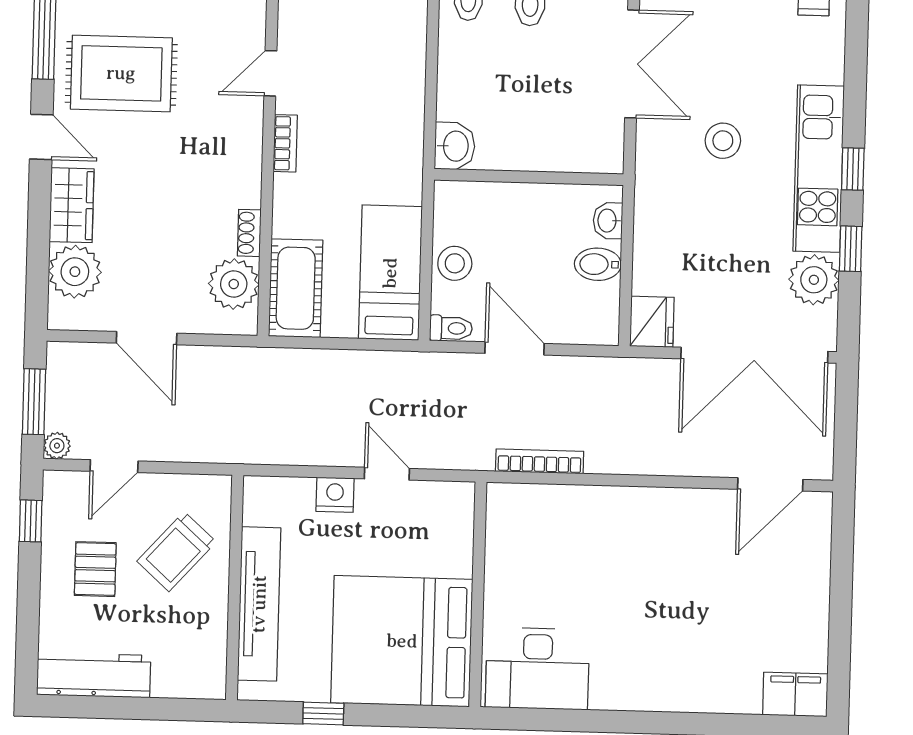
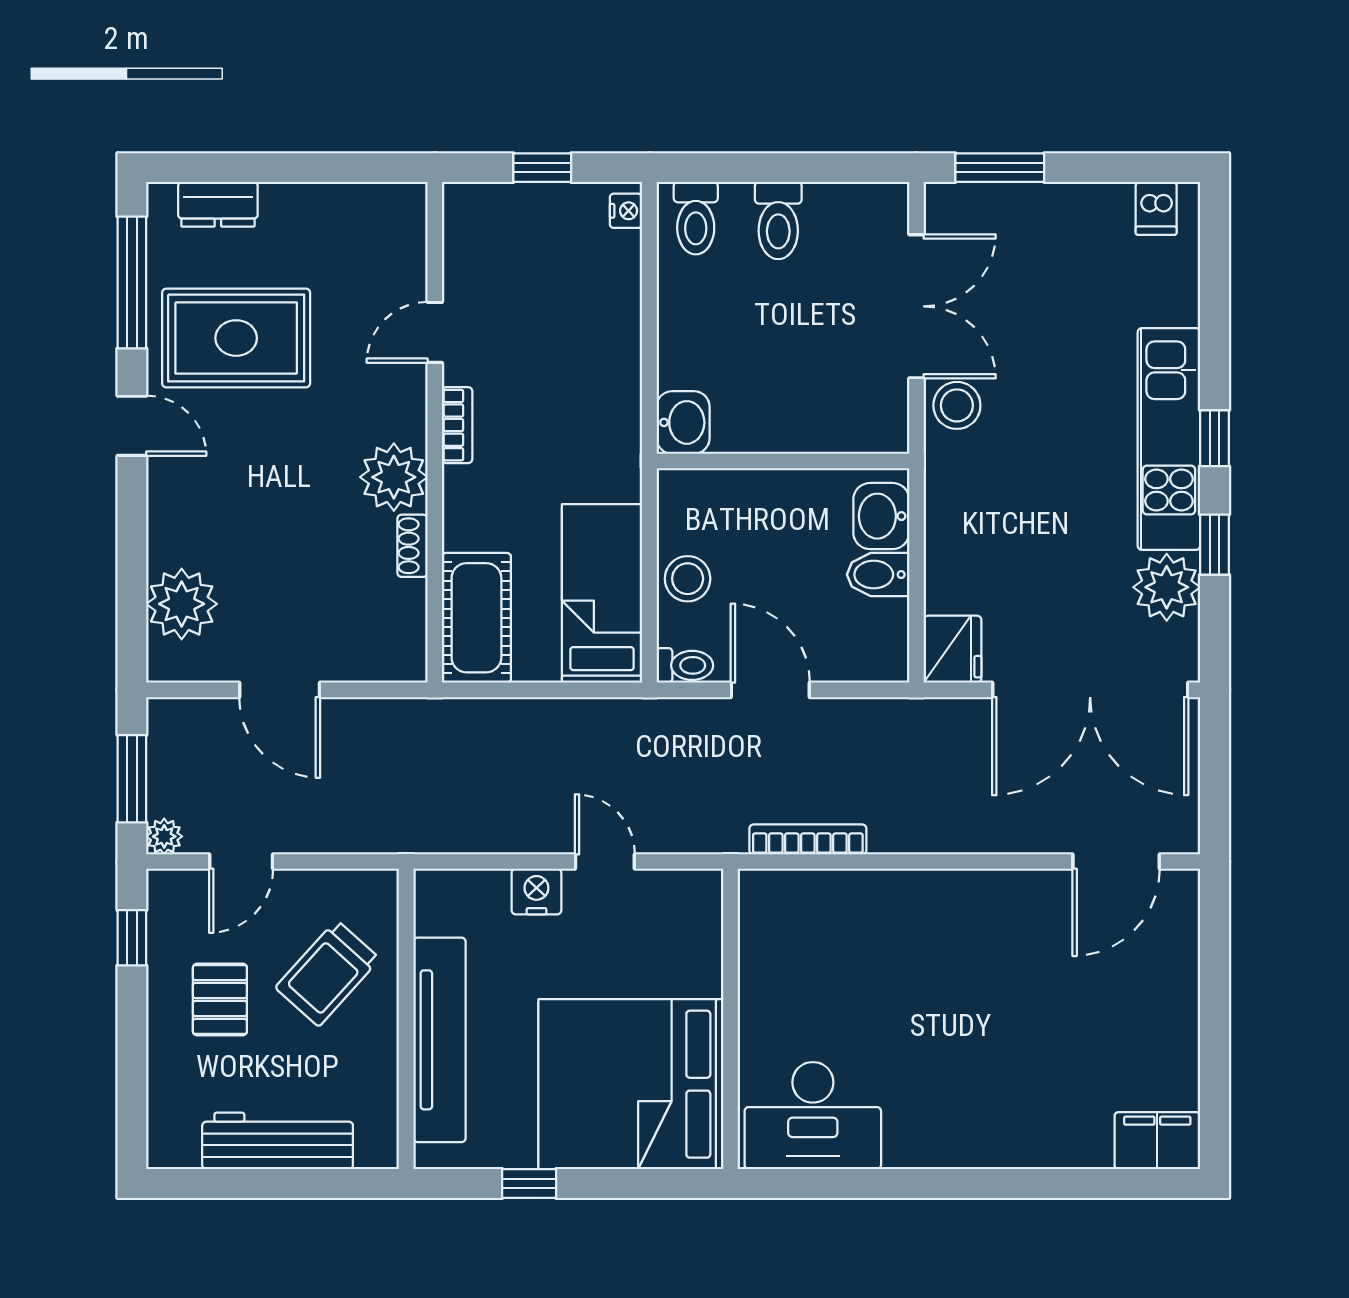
stool: (723, 141) -> (957, 405), moved
wardrobe: (72, 205) -> (175, 515), removed
washbasin: (608, 221) -> (881, 516), width x1.38, depth x1.45
plant: (234, 284) -> (394, 477), moved
workbench: (94, 675) -> (278, 1141), moved

